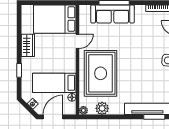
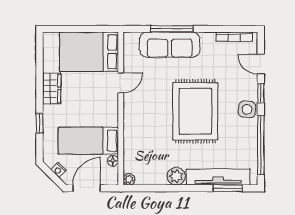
rug: (101, 73) -> (195, 111), moved
plant: (102, 108) -> (176, 176), moved

